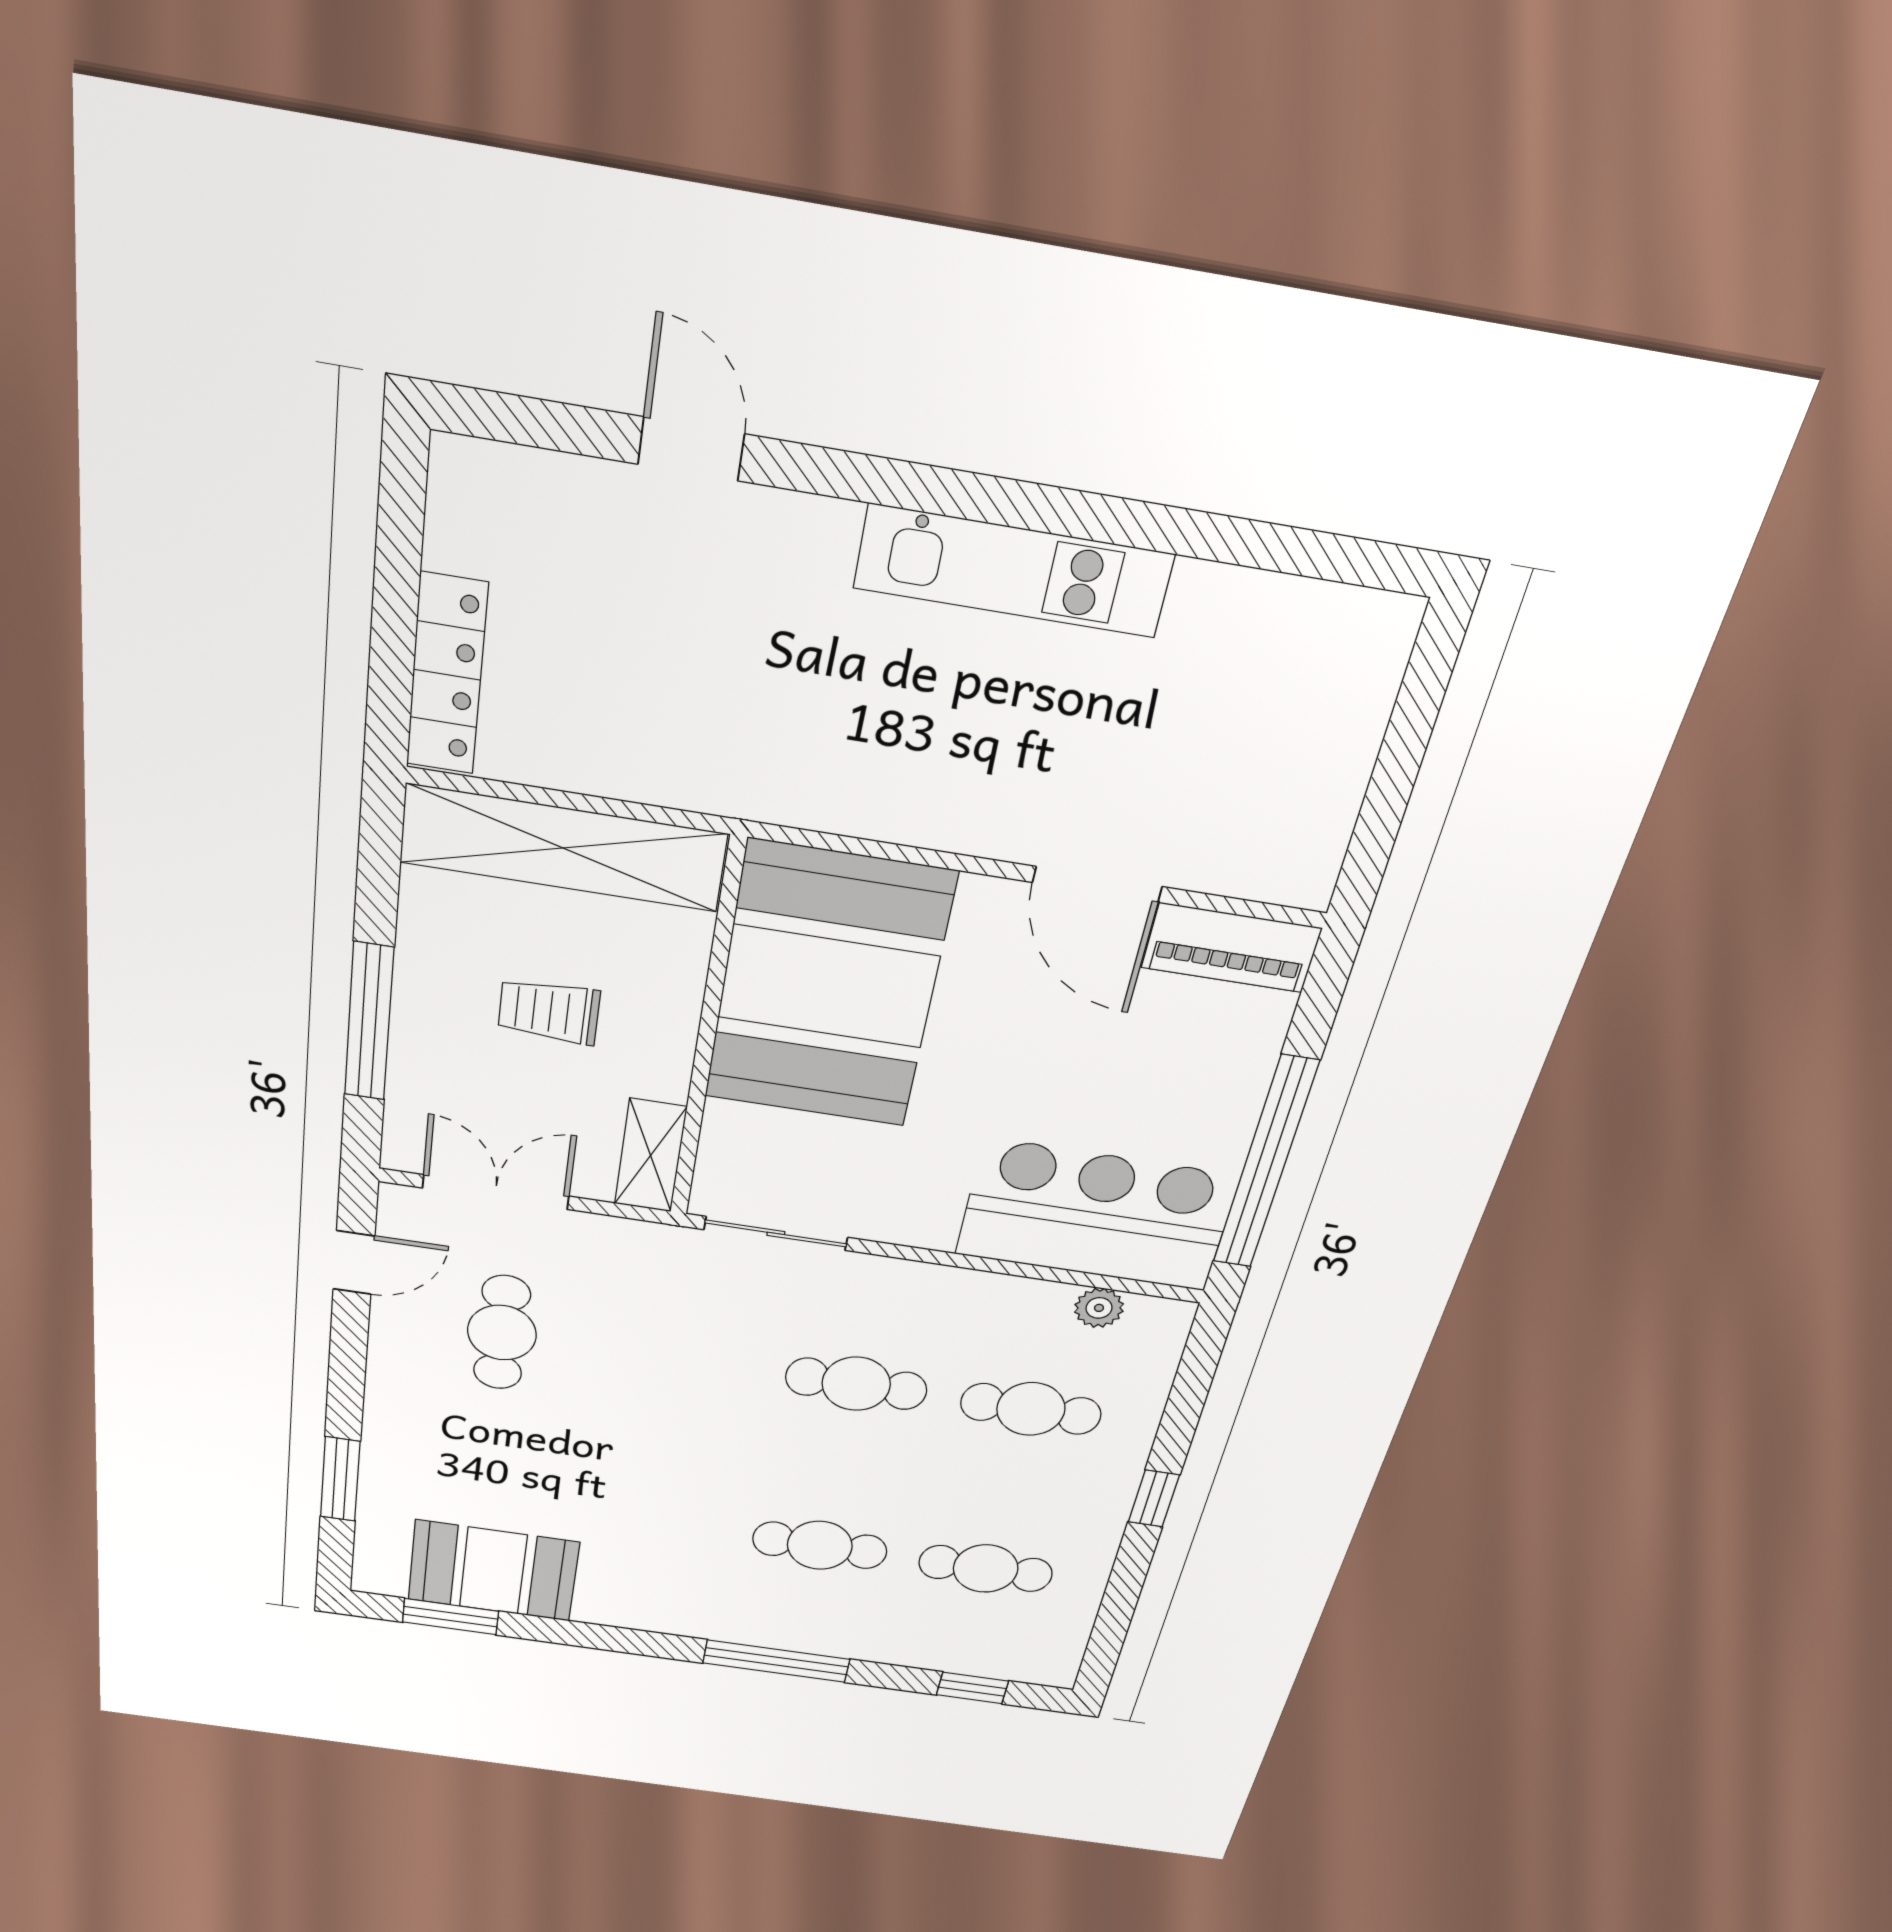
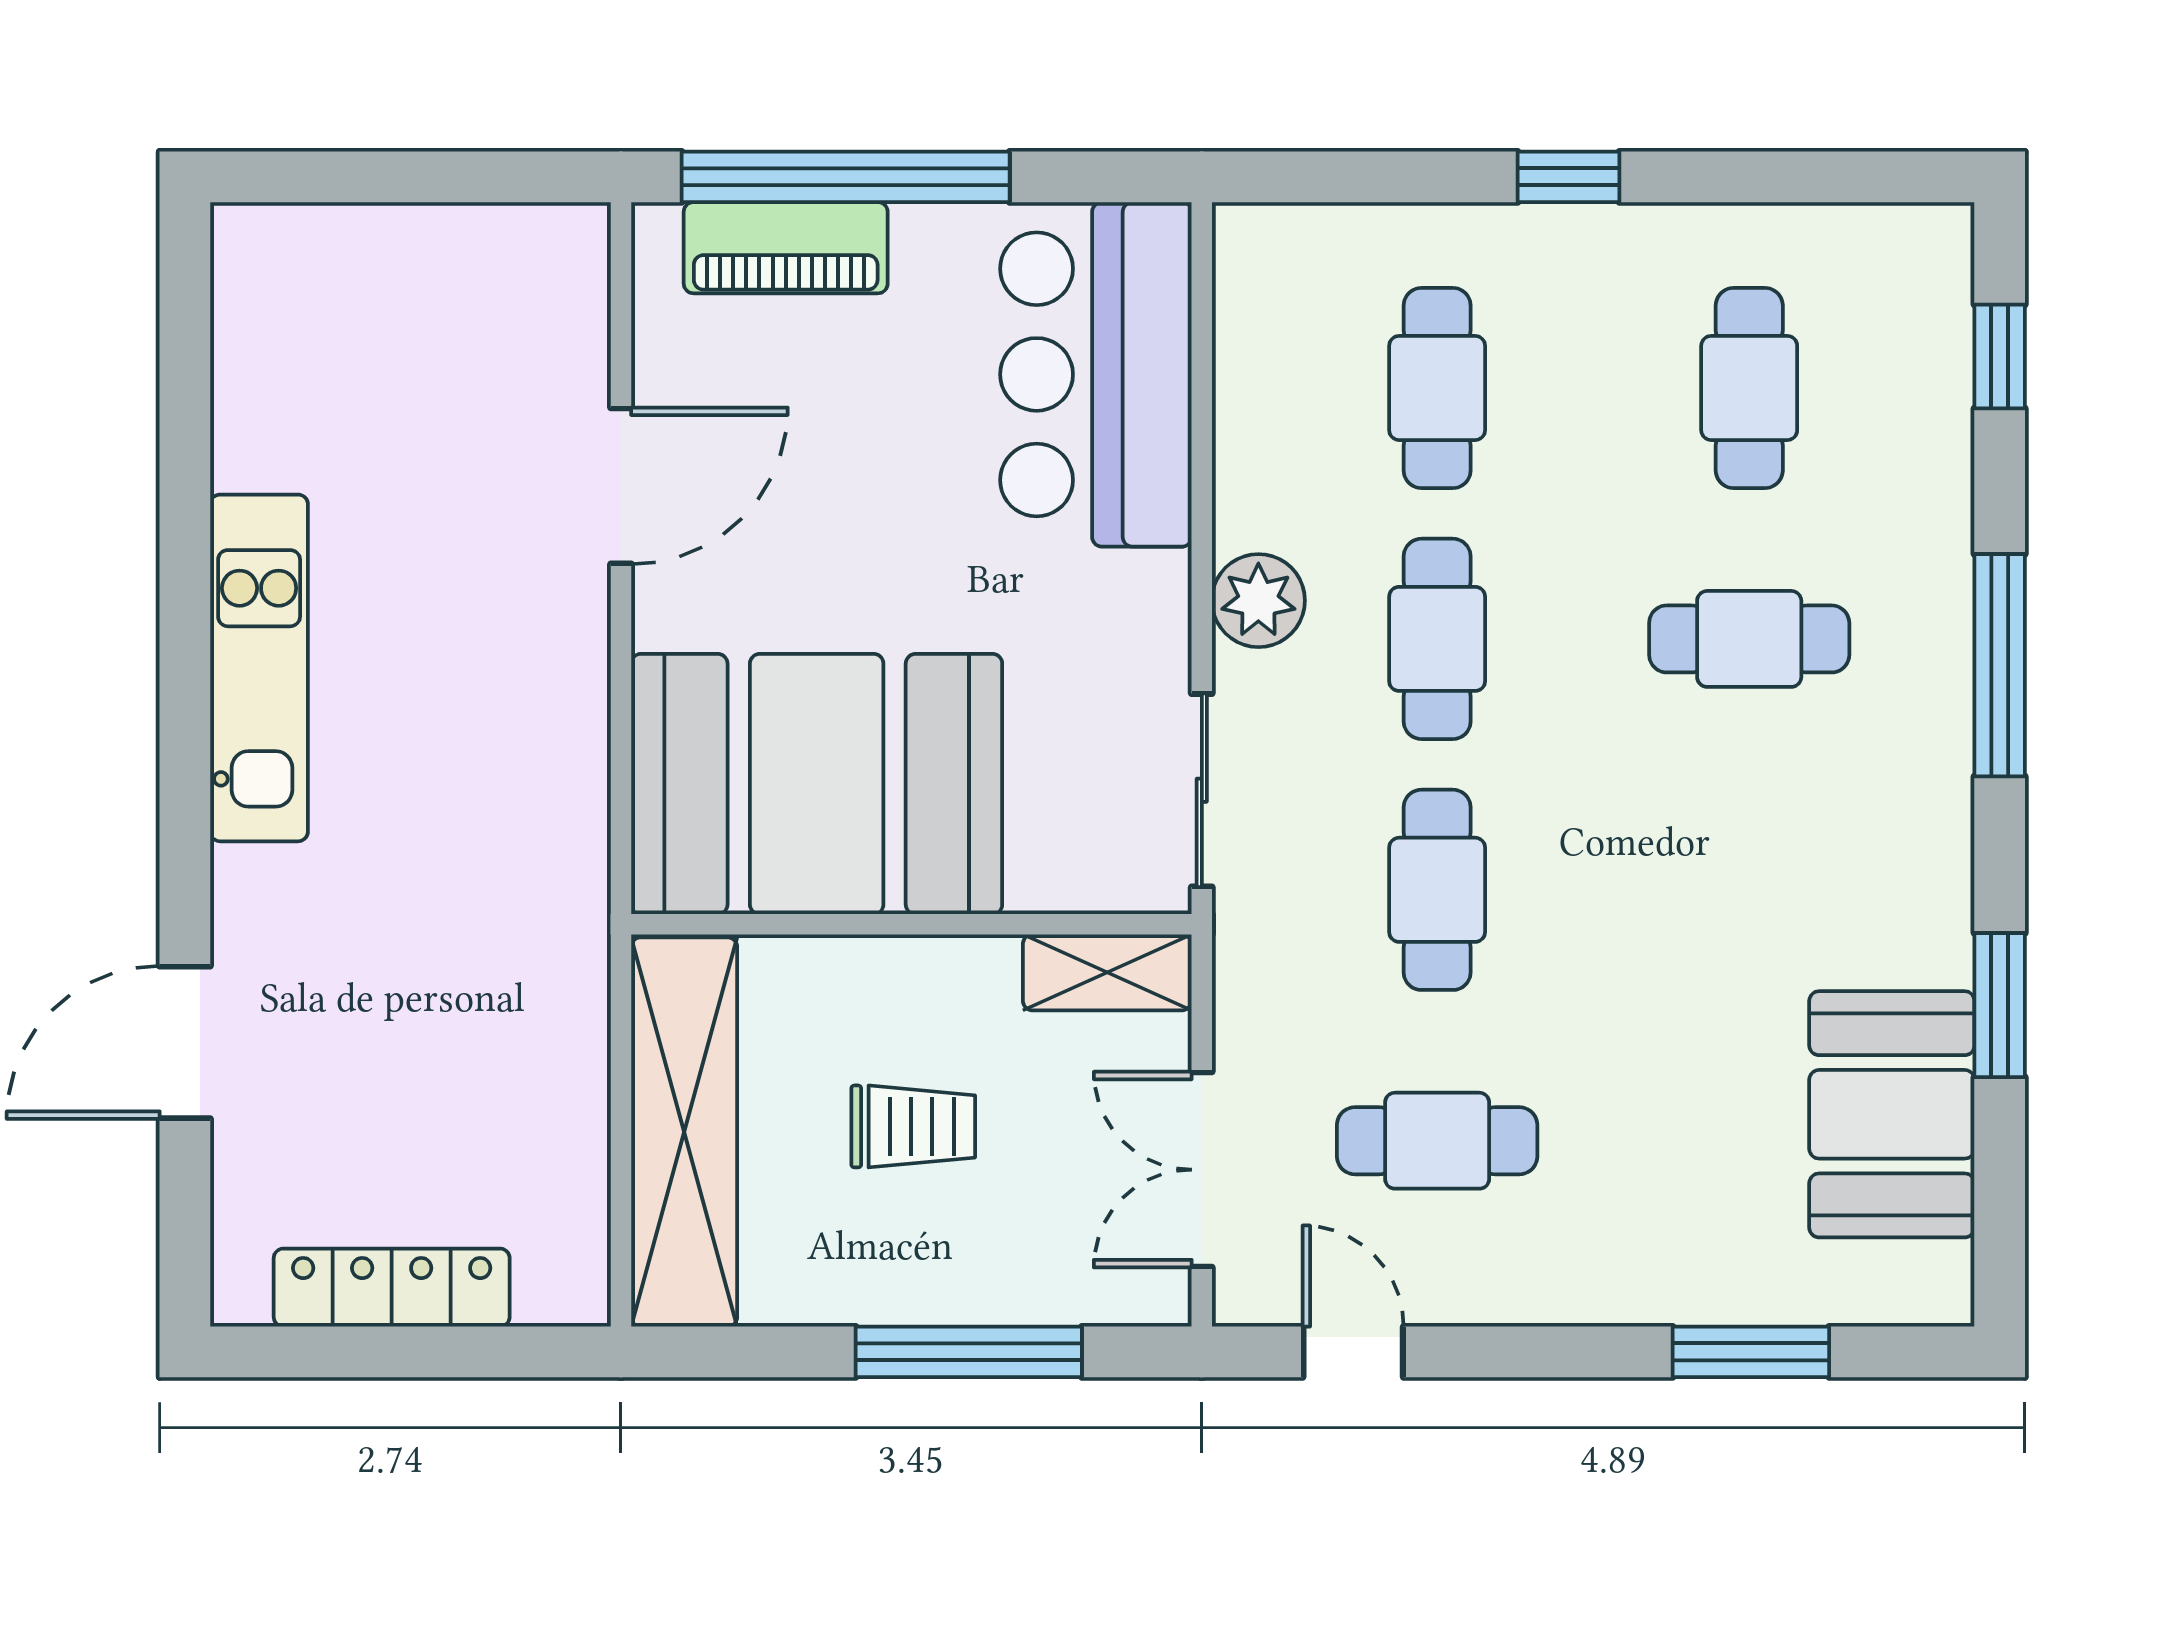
door: (691, 449) -> (185, 1042), width x1.38
locker: (447, 675) -> (392, 1288), moved
piano: (1231, 948) -> (786, 248), moved, turned 90
trolley: (549, 1011) -> (913, 1126), turned -90
window: (1265, 1163) -> (846, 177), moved
plant: (1099, 1308) -> (1258, 601), moved, width x1.38, depth x1.38
cafe table: (680, 1358) -> (1437, 890), added
cafe table: (820, 1545) -> (1749, 639), turned 90
window: (451, 1617) -> (2000, 1005), moved

